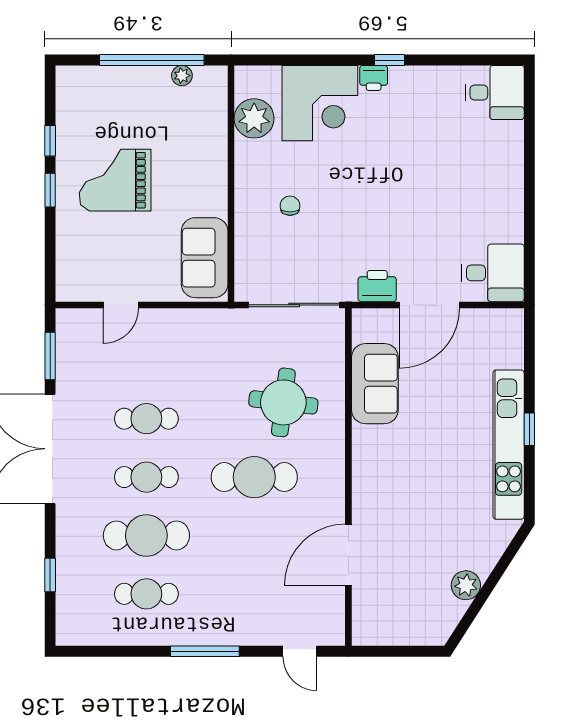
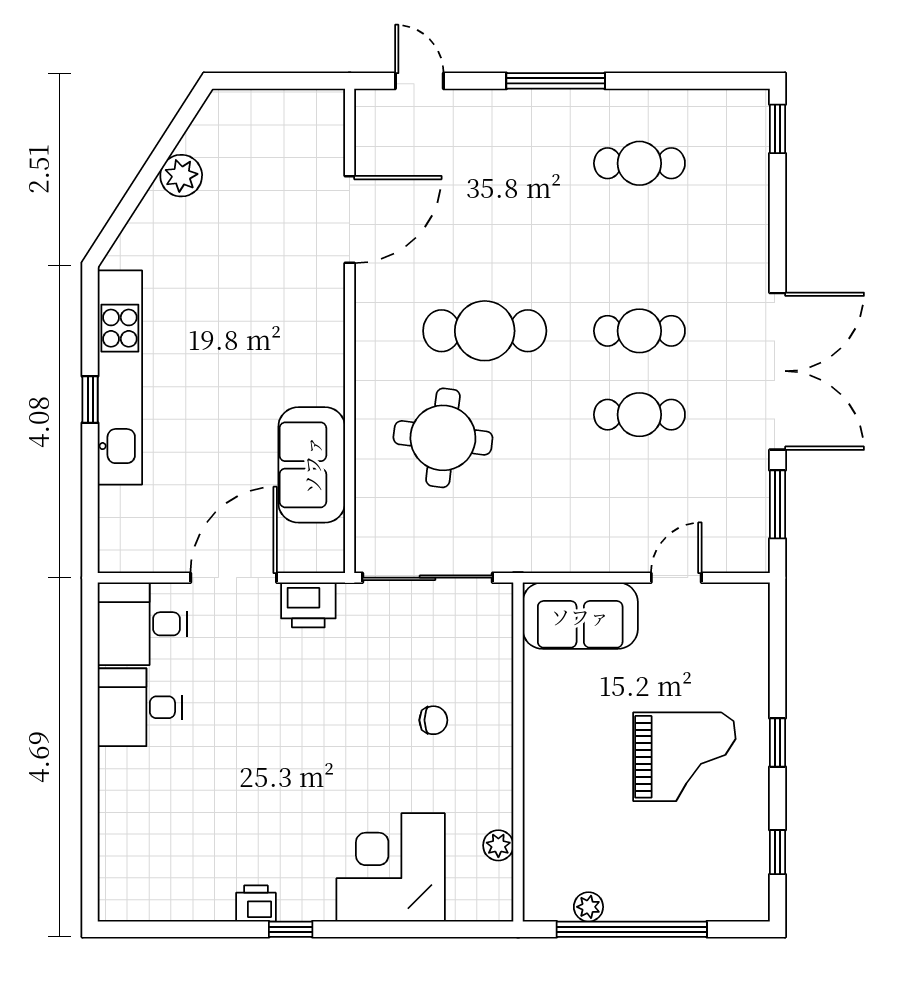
printer: (374, 78) -> (256, 903), moved
desk: (495, 93) -> (140, 707), moved
plant: (254, 118) -> (498, 845), width x0.53, depth x0.53
window: (50, 141) -> (778, 852), moved
chair: (290, 206) -> (433, 720), turned -90
sofa: (205, 258) -> (580, 616), moved, turned 90
cafe table: (146, 535) -> (639, 247), removed
window: (50, 575) -> (778, 129), moved

